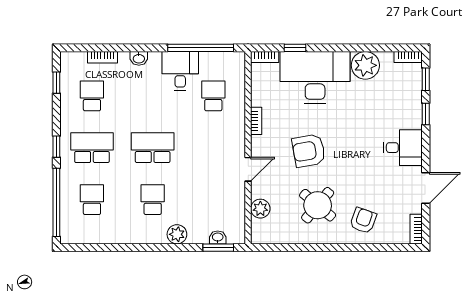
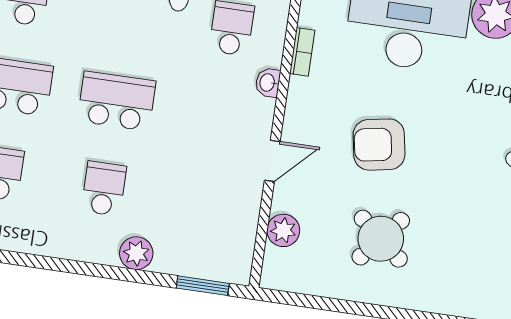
bookcase: (256, 121) -> (302, 52), moved
armchair: (363, 220) -> (454, 276), removed
washbasin: (218, 237) -> (268, 83), moved, turned -90

